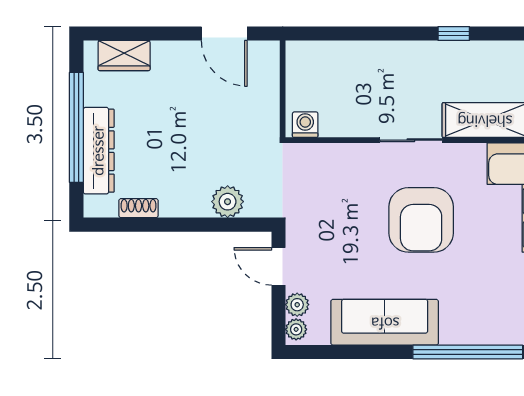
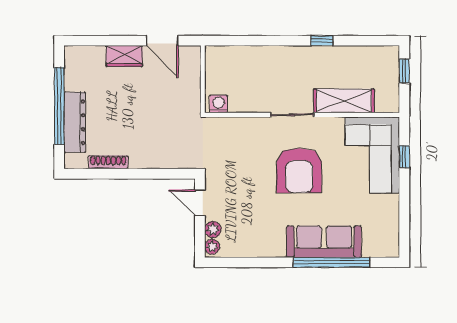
wardrobe: (124, 56) -> (124, 56), moved
plant: (228, 202) -> (164, 158), removed
shoe rack: (139, 208) -> (108, 162), width x1.43
sofa: (385, 322) -> (324, 242), moved

